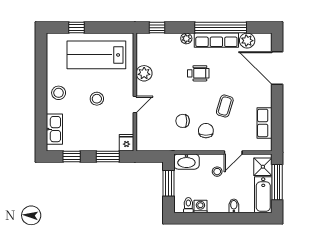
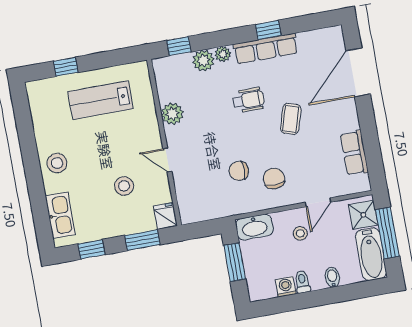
window: (221, 28) -> (268, 30), width x0.32
plant: (247, 41) -> (203, 61), moved
lab bench: (96, 55) -> (101, 100), width x0.73, depth x0.72
door: (277, 68) -> (358, 72), hinge flipped
stool: (97, 99) -> (124, 186), moved
door: (135, 105) -> (167, 160), swing flipped
coffee table: (225, 106) -> (291, 119), moved
toilet: (188, 205) -> (302, 282), moved

